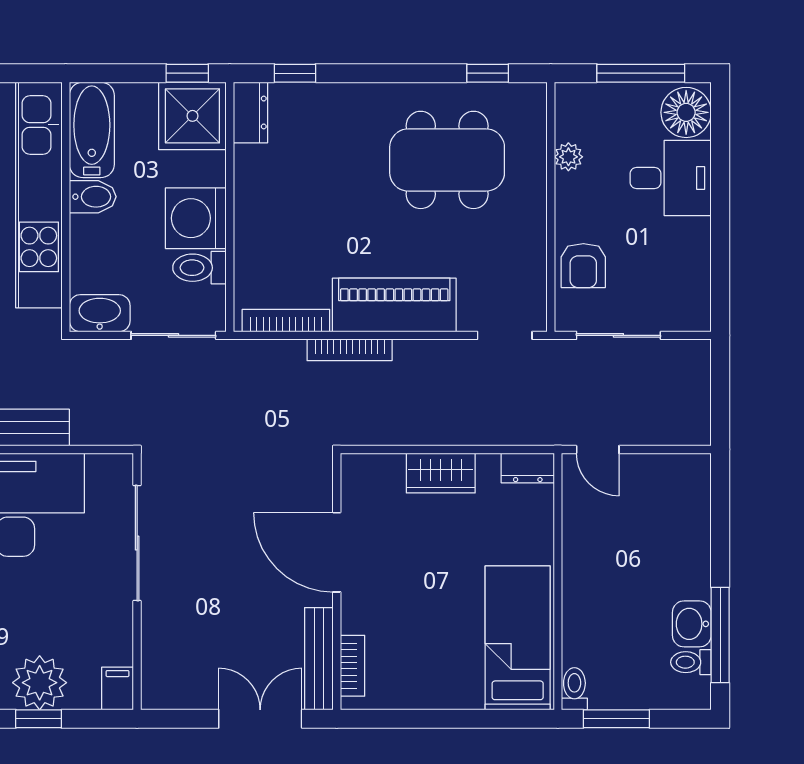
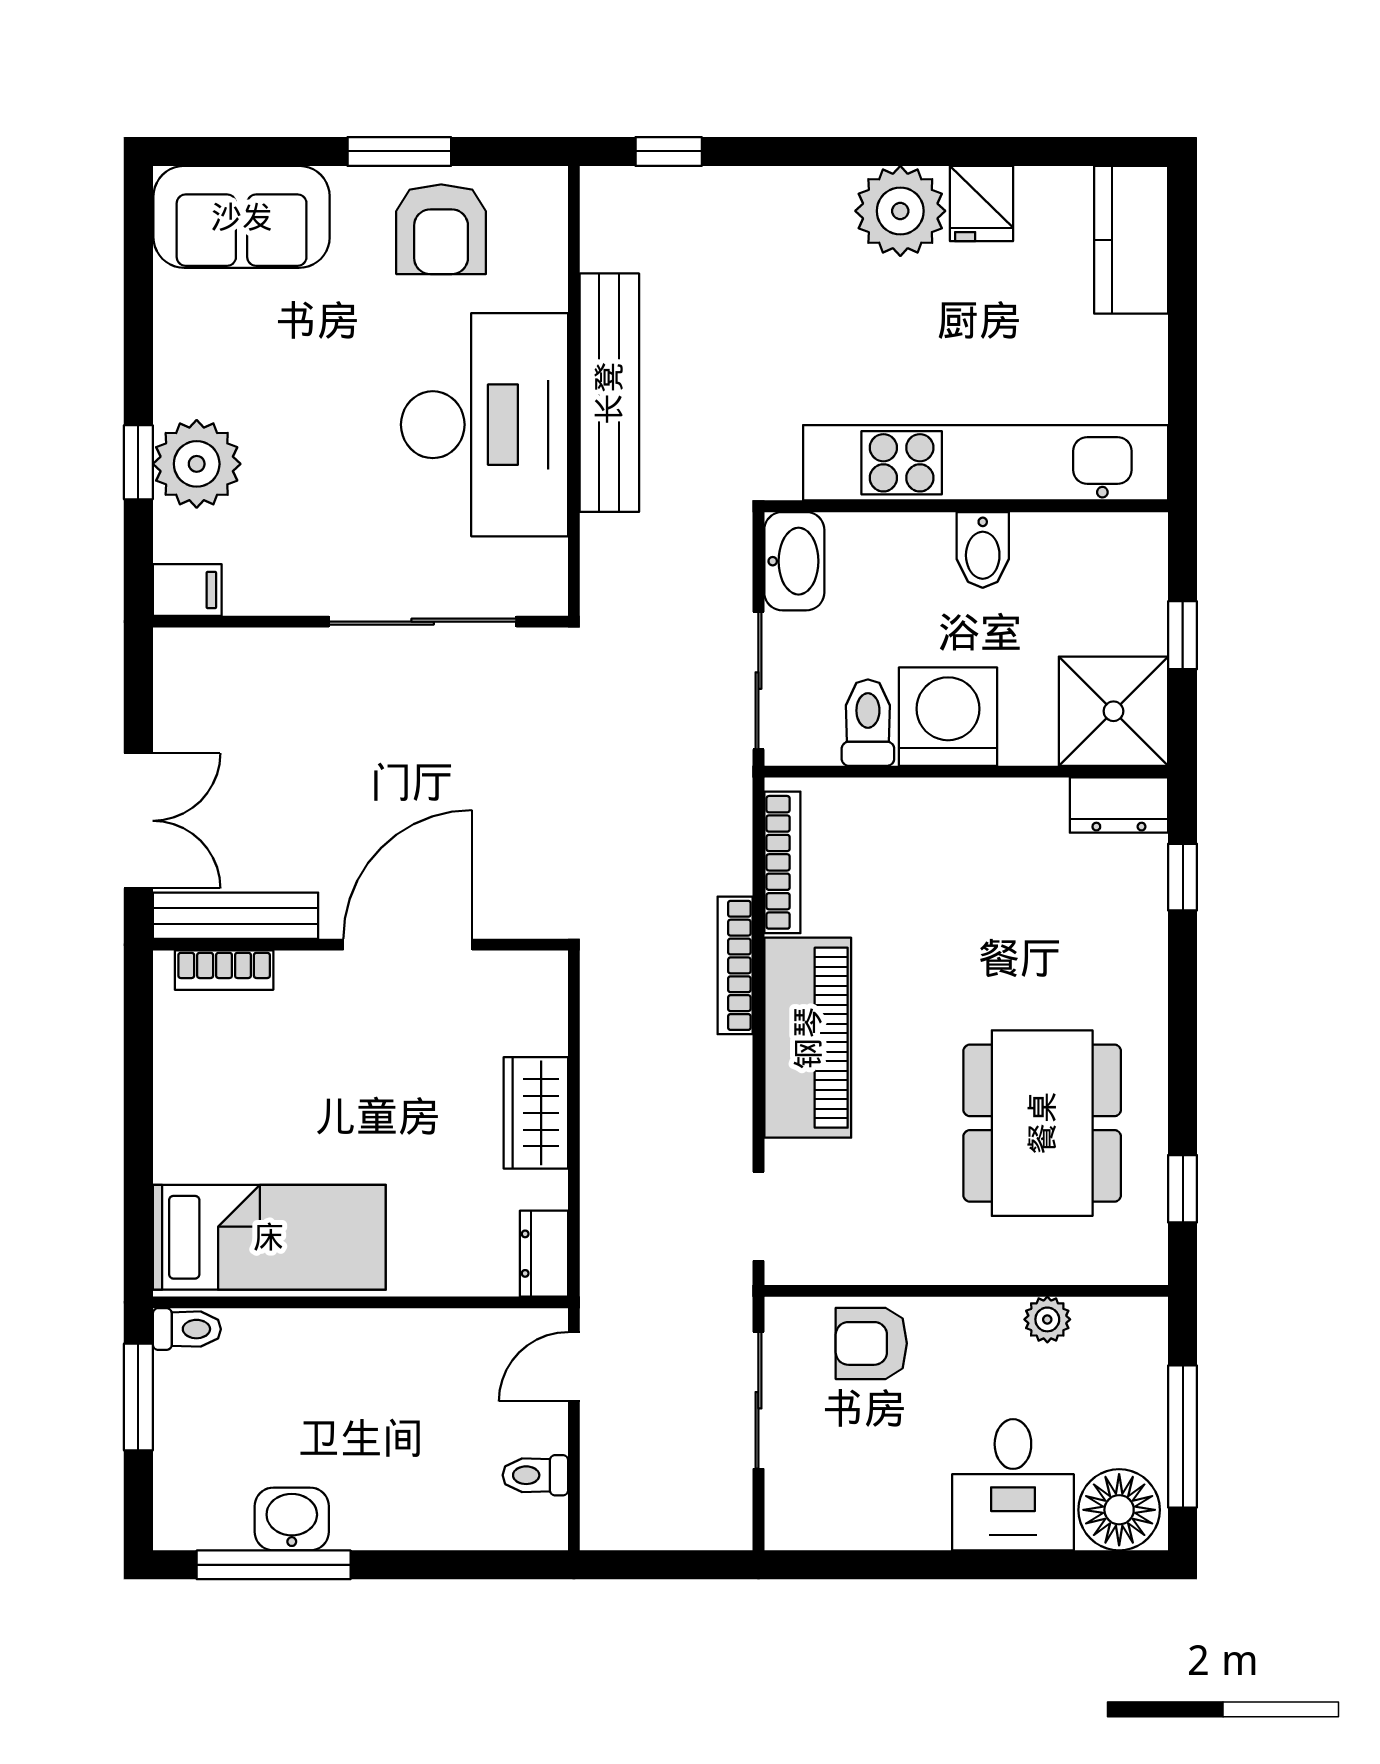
window: (187, 73) -> (1183, 635), moved
bathtub: (92, 130) -> (1091, 548), removed
toilet: (691, 662) -> (535, 1475), moved, turned -90

